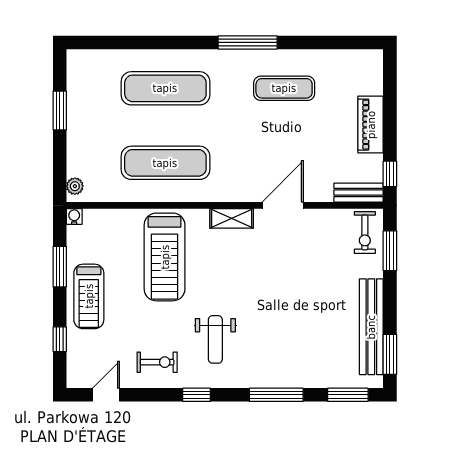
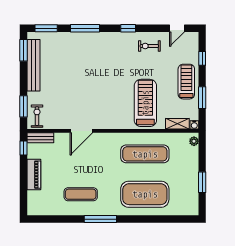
exercise mat: (165, 88) -> (145, 194), width x1.47
shelving: (232, 218) -> (177, 124), moved
weight bench: (215, 339) -> (118, 58), removed

